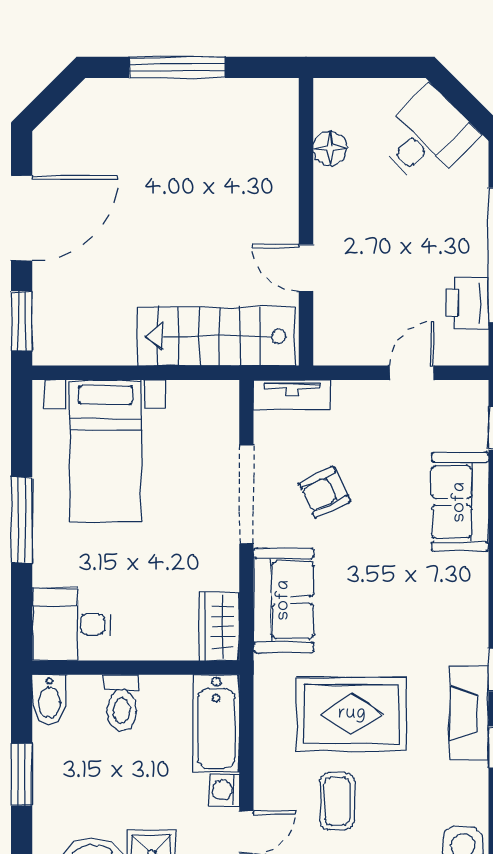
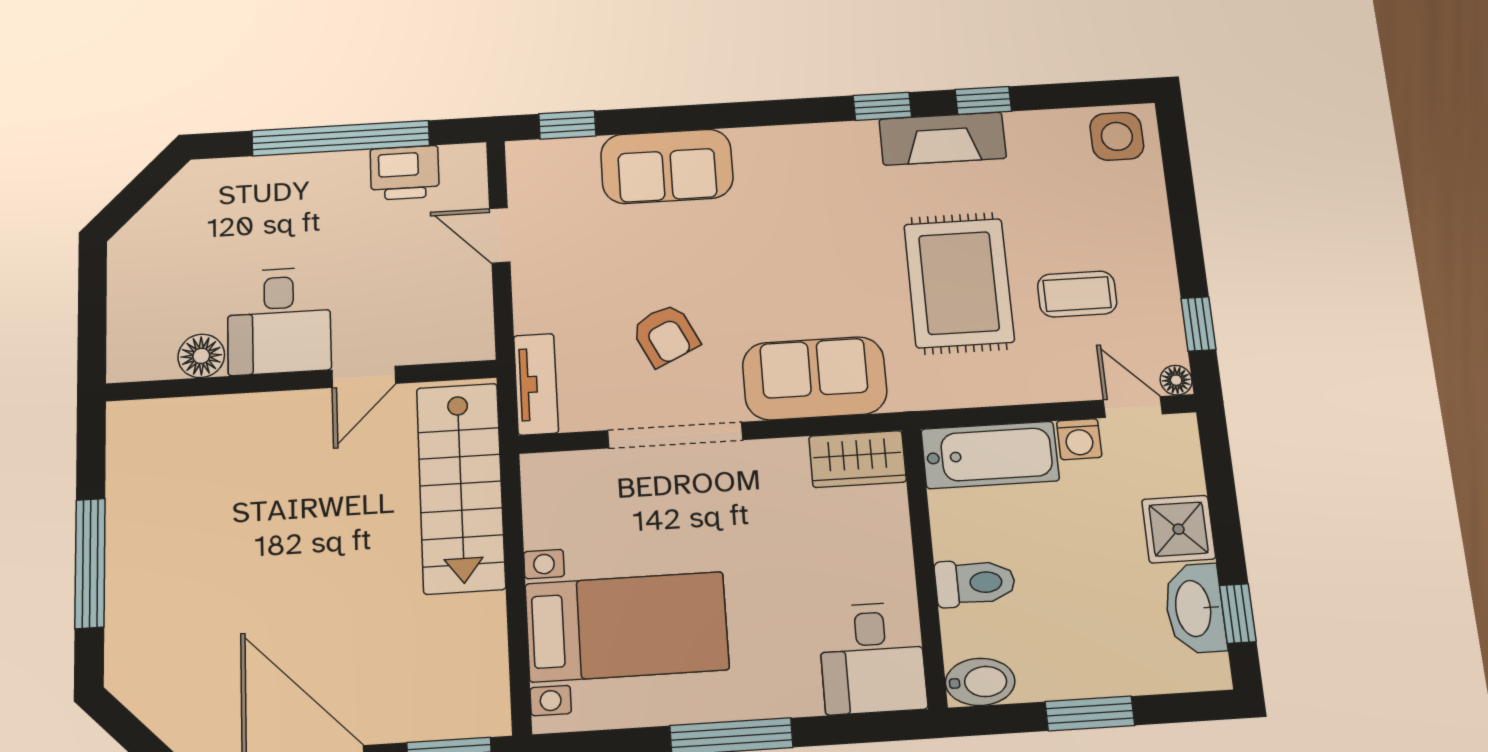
desk: (426, 137) -> (279, 321), moved, turned -135

